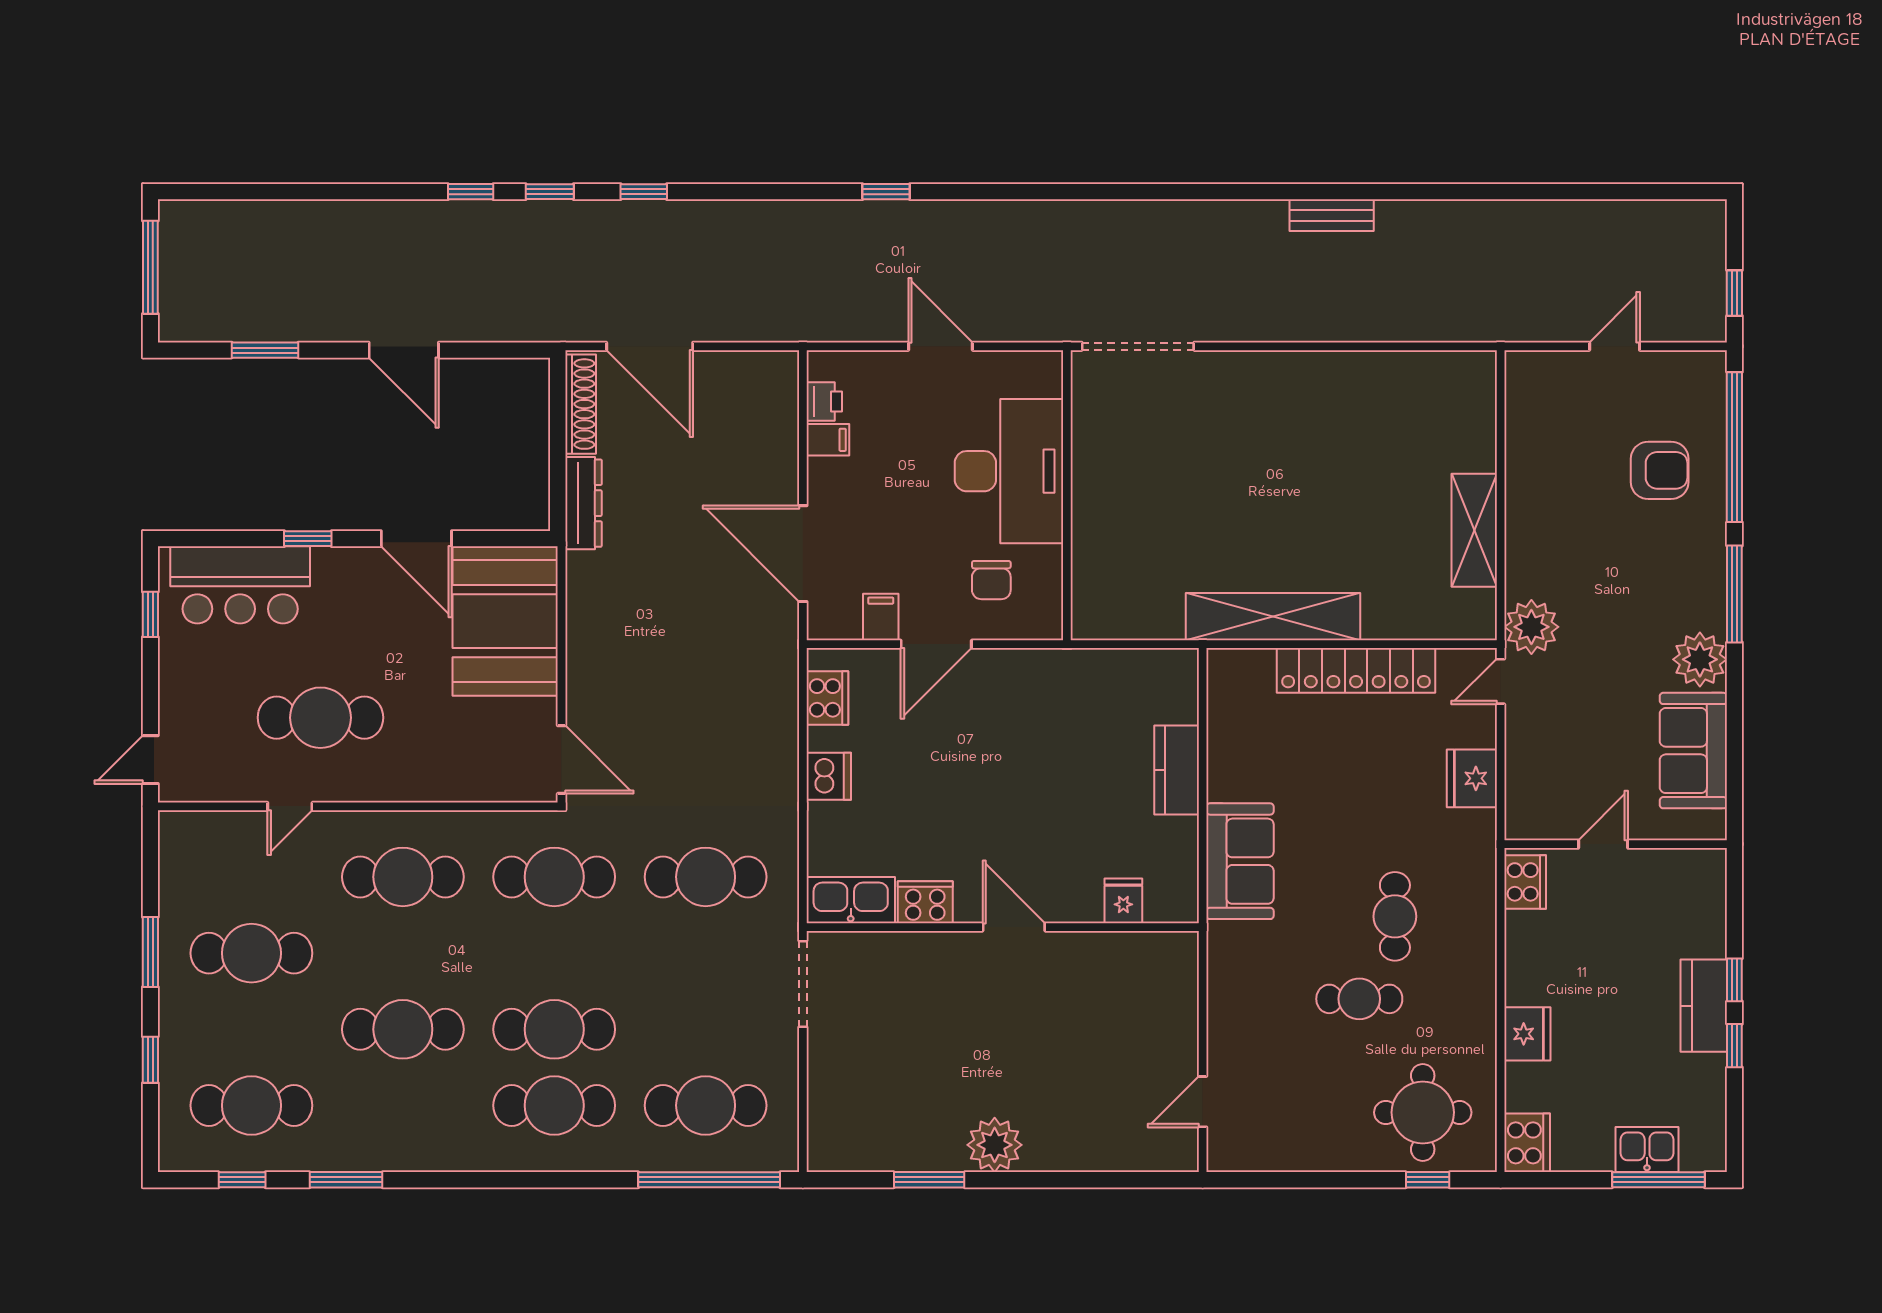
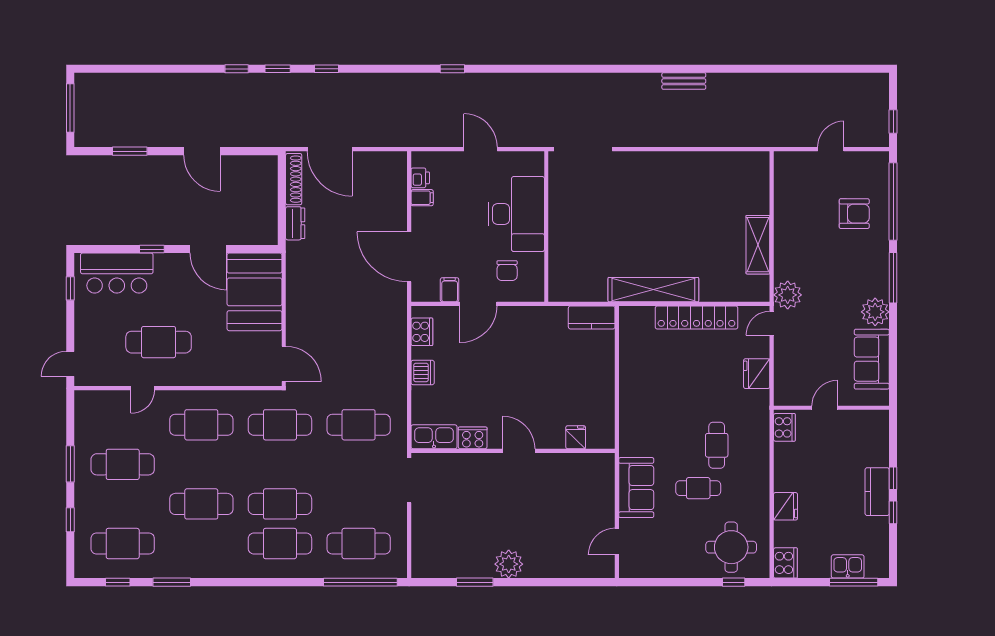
dresser: (583, 503) -> (295, 223), width x0.70
kitchen counter: (1177, 770) -> (592, 317), moved, turned -90
sofa: (1240, 861) -> (636, 488), moved

